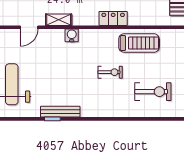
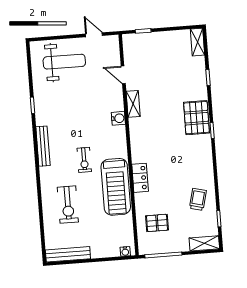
locker: (113, 18) -> (140, 178), moved
treadmill: (139, 43) -> (116, 187), width x1.37, depth x1.38
bench: (60, 112) -> (43, 146), moved

